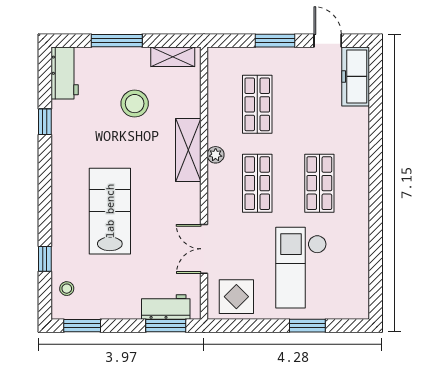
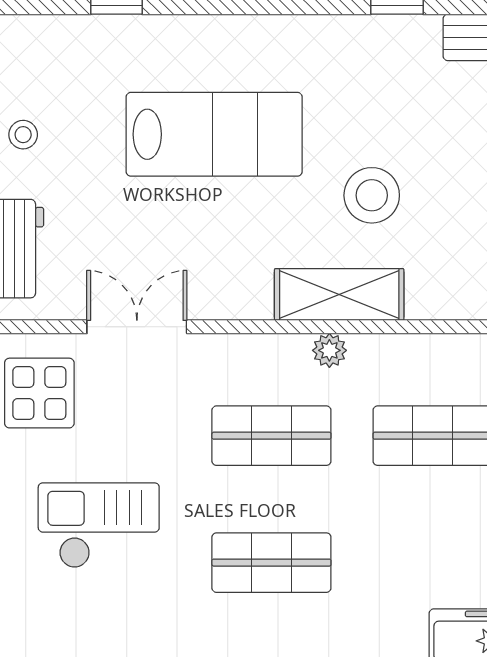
stool: (135, 104) -> (372, 195), moved
checkout: (301, 268) -> (99, 525), width x0.73, depth x0.83
stool: (67, 289) -> (23, 135), moved

